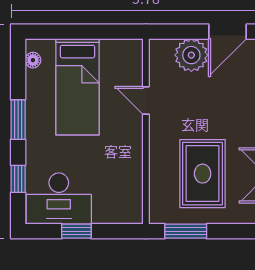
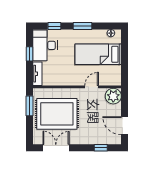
plant: (191, 55) -> (113, 96), moved
rug: (203, 174) -> (57, 114), width x1.37, depth x1.44
tv unit: (118, 215) -> (37, 74), added

